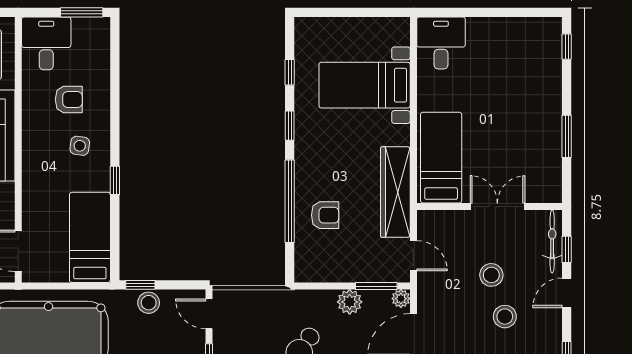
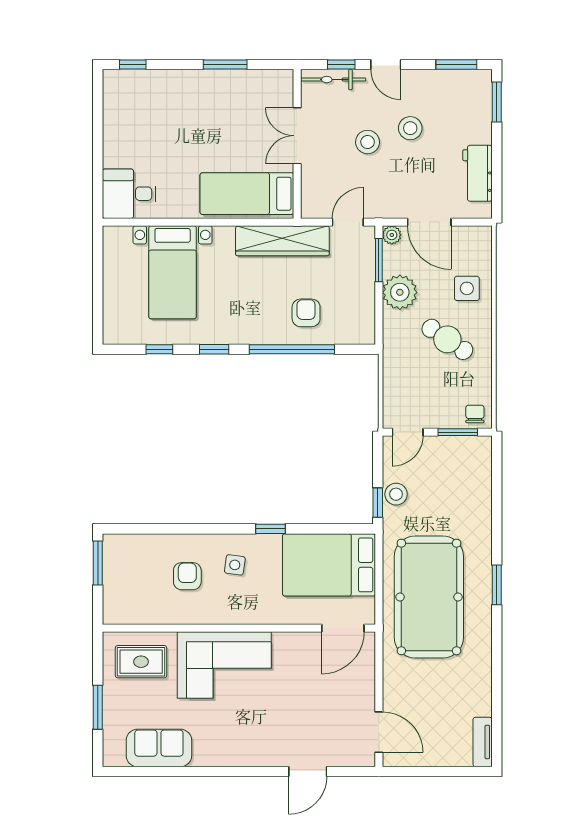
desk: (46, 43) -> (130, 599), removed
bed: (90, 237) -> (329, 565), width x1.50
plant: (350, 302) -> (400, 292), width x1.36, depth x1.36

